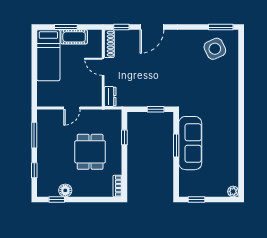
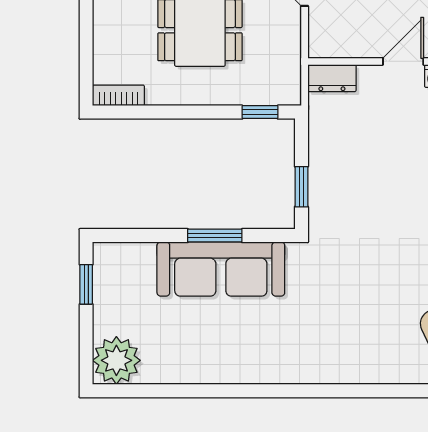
window: (124, 137) -> (260, 112), moved
plant: (233, 191) -> (116, 360), width x1.88, depth x1.88

